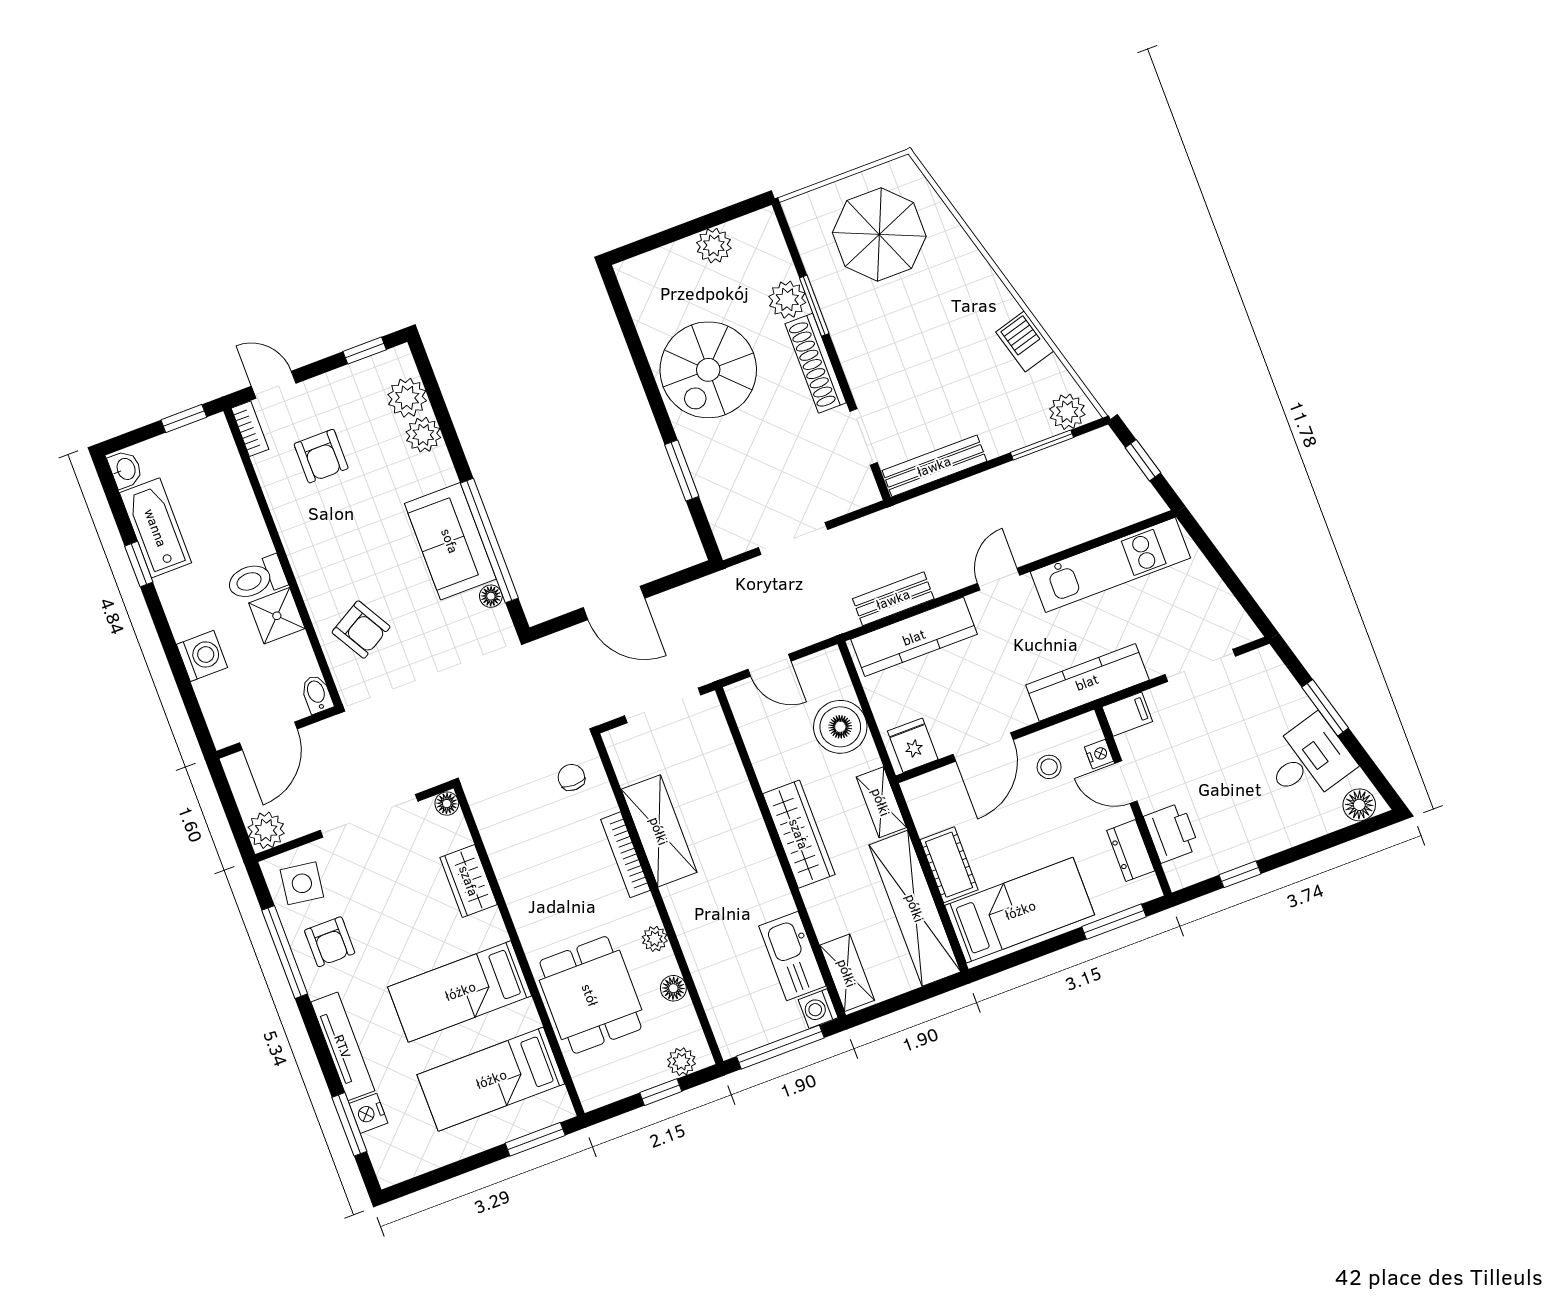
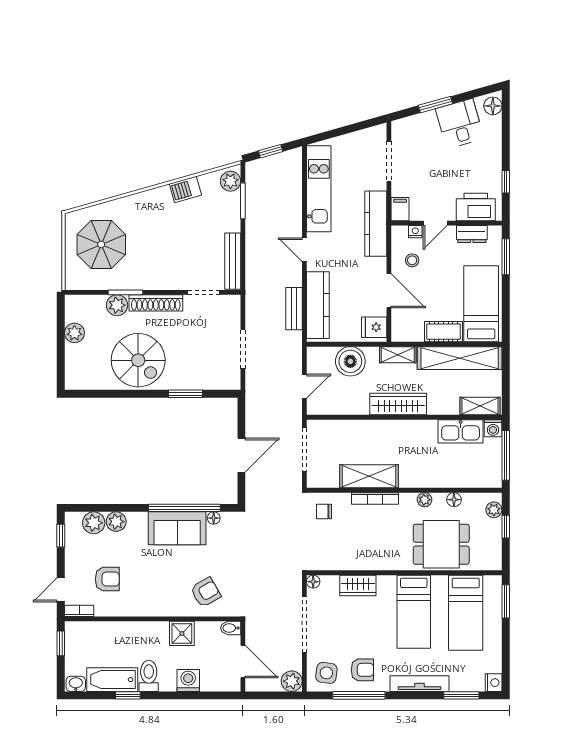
toilet: (256, 579) -> (149, 676), moved, turned 180
printer: (1172, 833) -> (476, 207), width x1.37, depth x1.19
nightstand: (368, 1113) -> (494, 683), moved, turned -90

